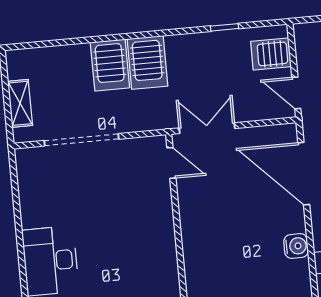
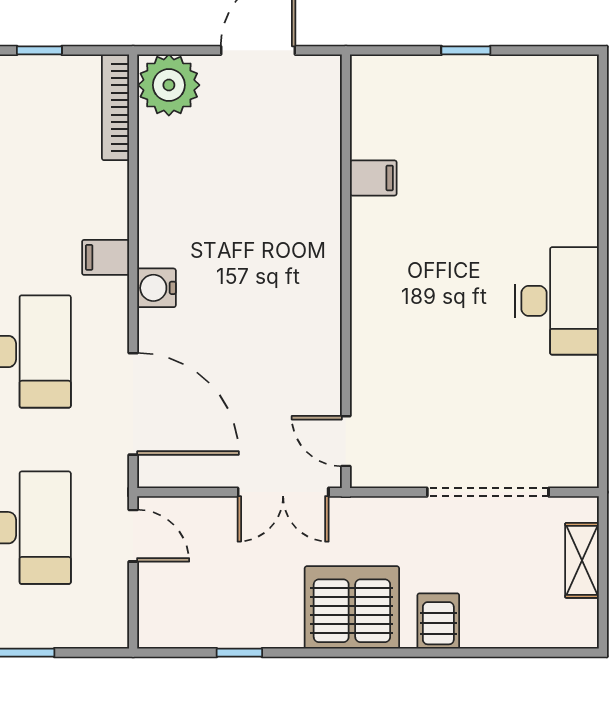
server rack: (271, 54) -> (168, 603), removed
server rack: (147, 62) -> (352, 607), width x1.60
server rack: (110, 65) -> (438, 621), width x0.73, depth x0.70

